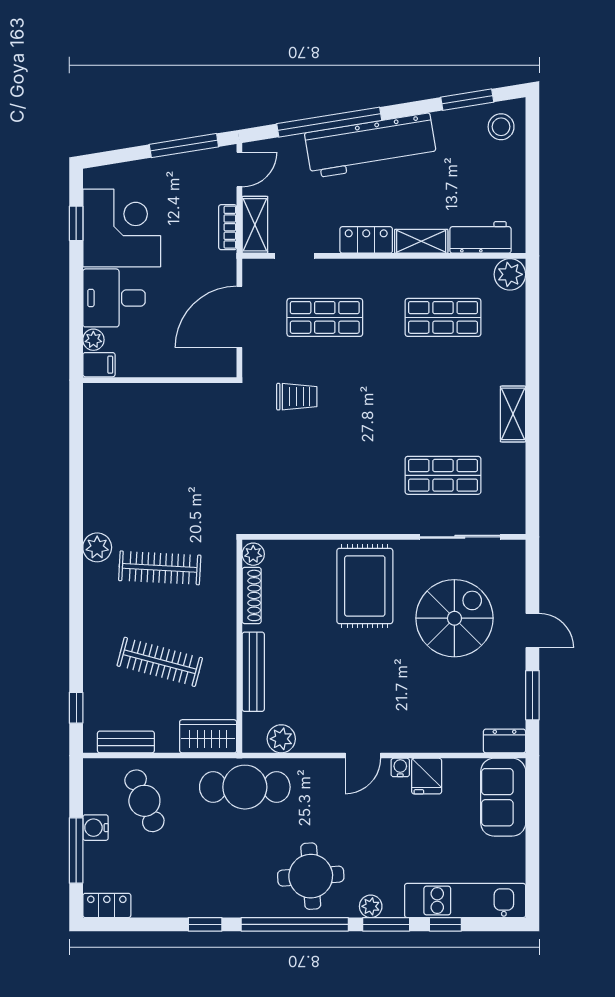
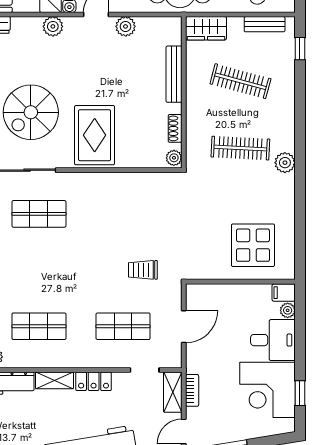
door: (239, 317) -> (184, 327), width x0.73
display table: (142, 431) -> (253, 245), added
shoe rack: (252, 595) -> (175, 128), width x0.70
plant: (281, 739) -> (126, 26), moved
plant: (423, 739) -> (53, 26), added

